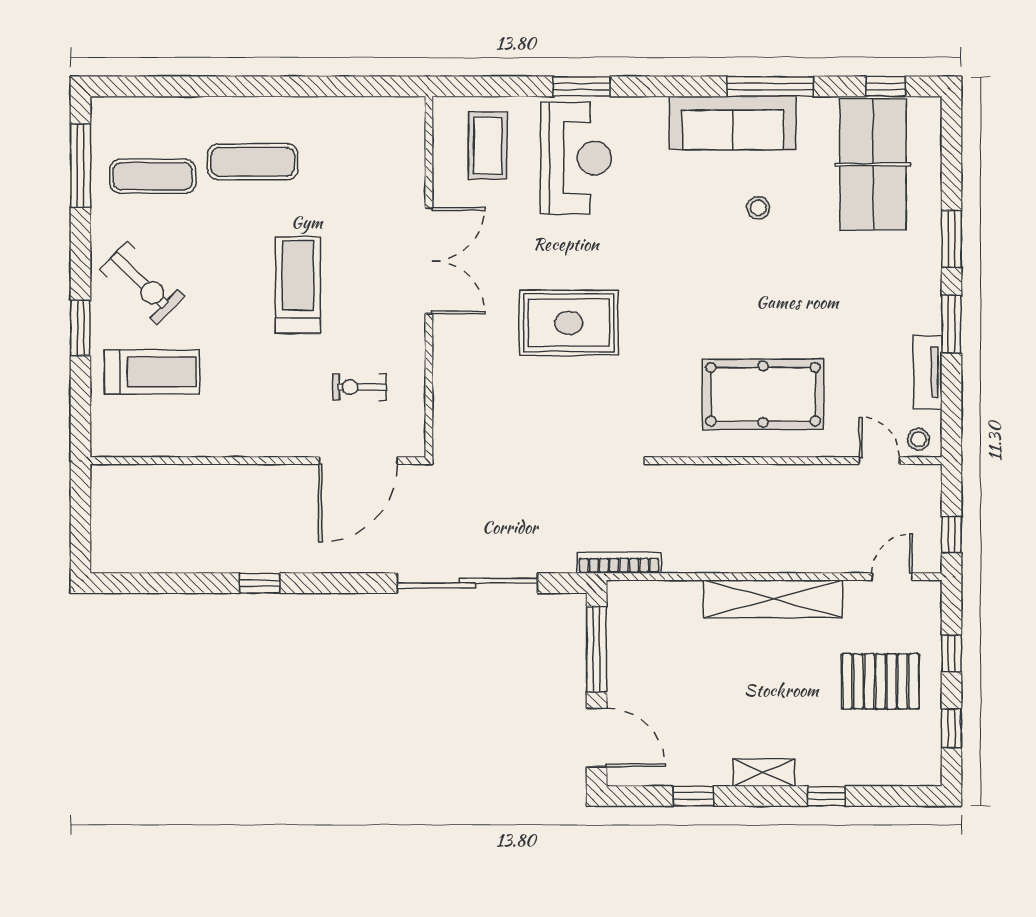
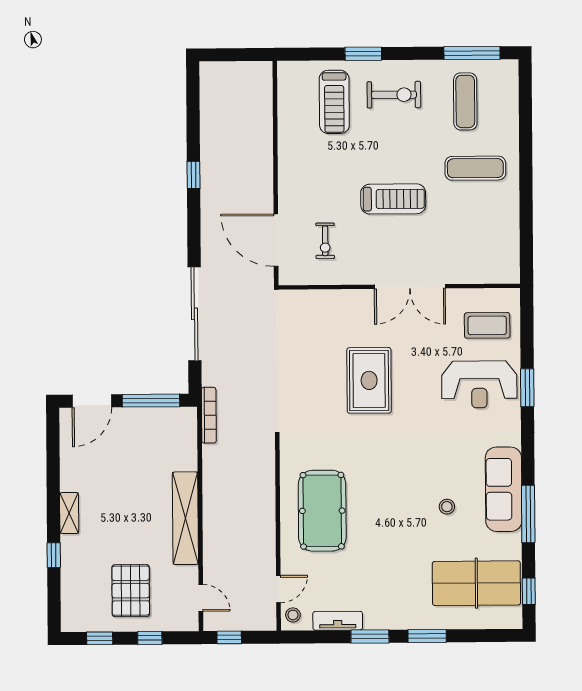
exercise mat: (253, 162) -> (475, 168), turned 90
exercise bike: (142, 283) -> (394, 95), turned -134
exercise bike: (360, 387) -> (325, 241), turned 180
window: (693, 796) -> (53, 466), removed

